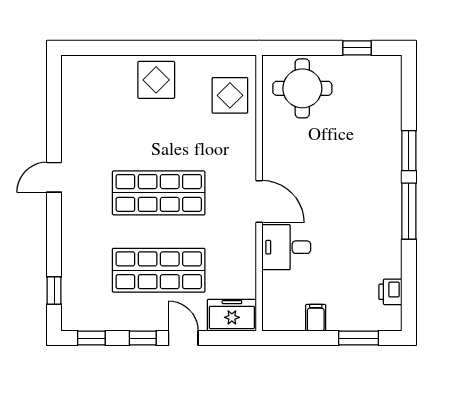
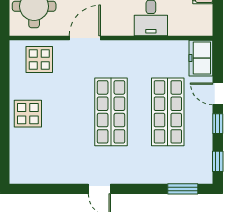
door: (259, 202) -> (85, 38), moved
window: (54, 291) -> (183, 189), width x1.50
door: (183, 338) -> (218, 94), hinge flipped

